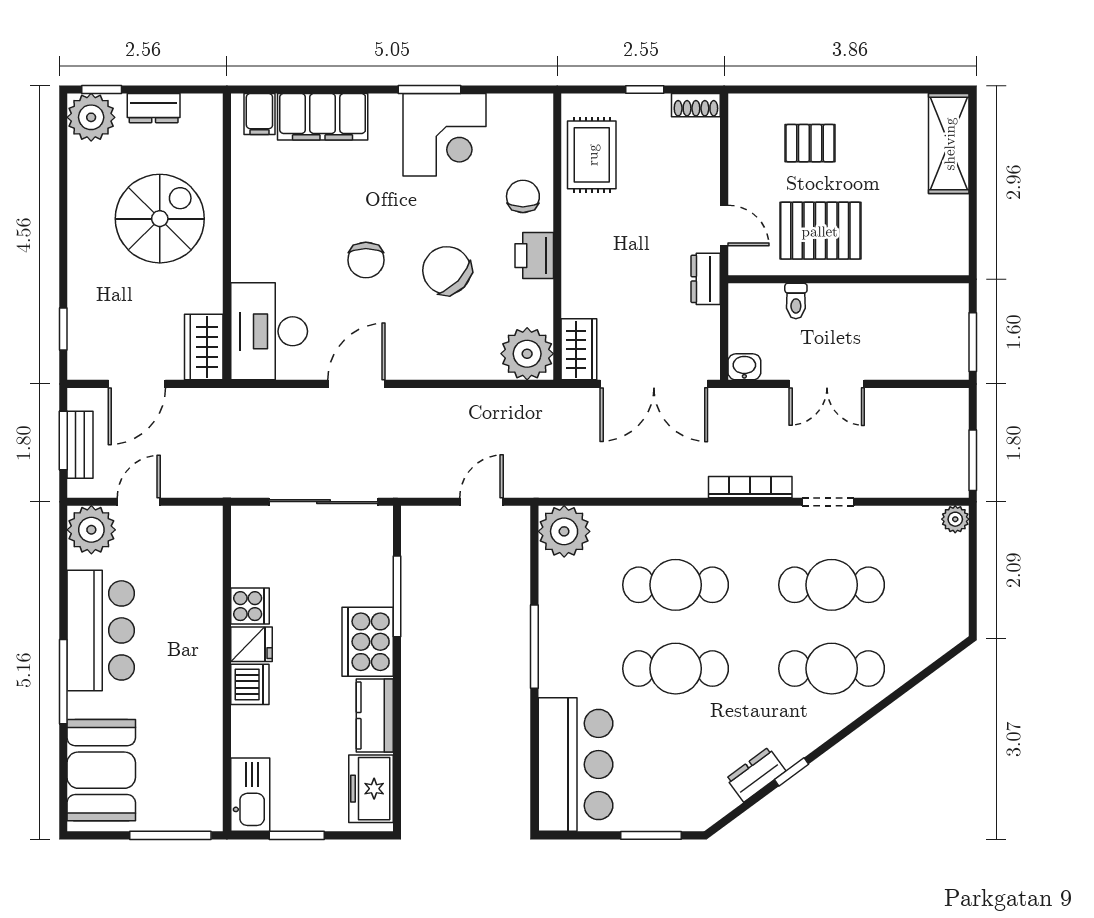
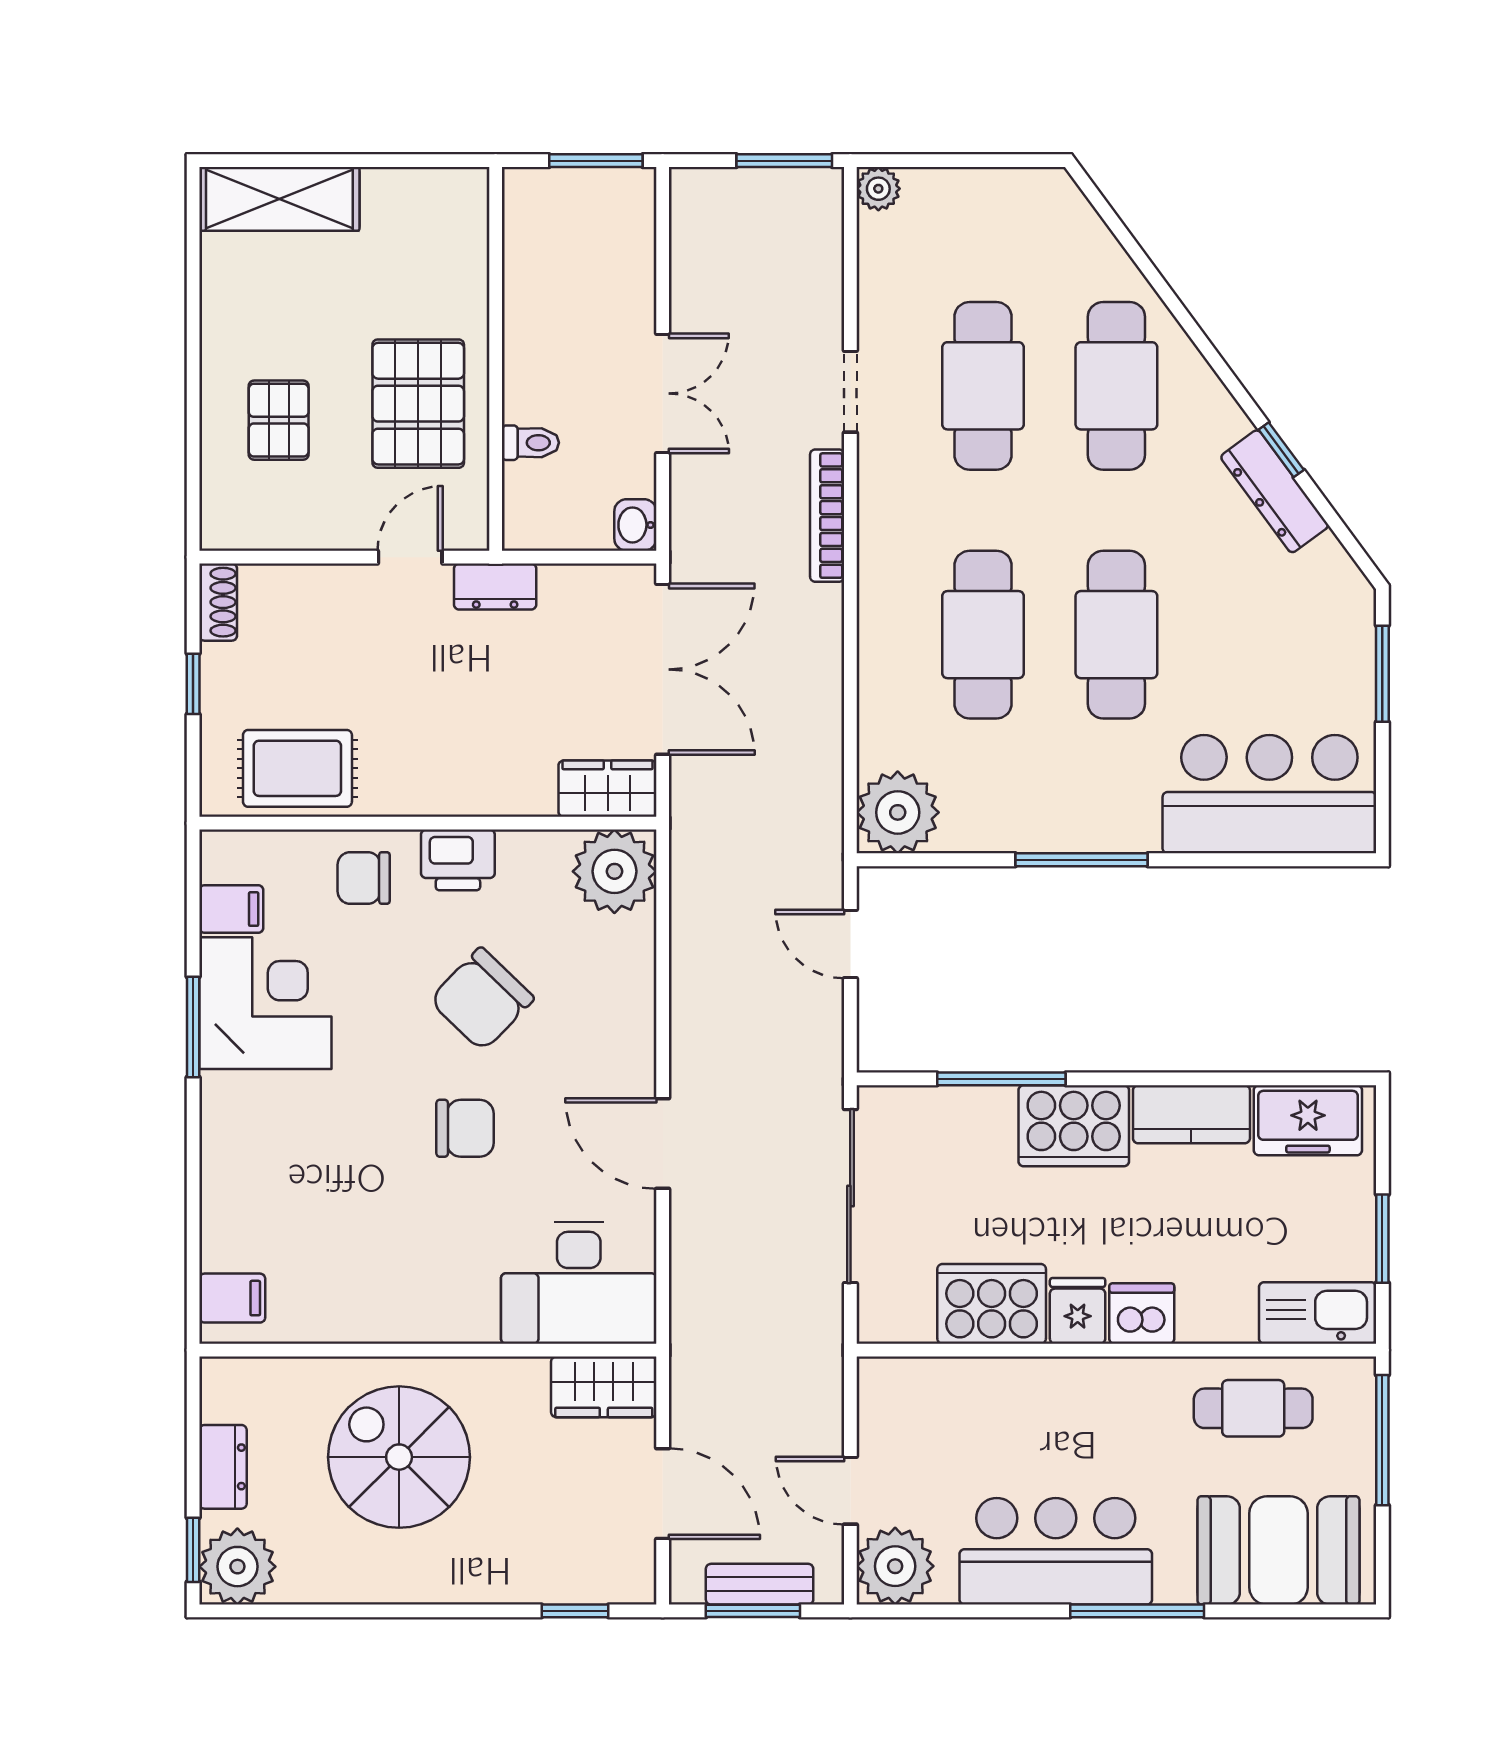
filing cabinet: (323, 117) -> (231, 909), moved, width x0.33, depth x0.86
cooker: (250, 606) -> (992, 1304), width x1.87, depth x1.31
cafe table: (190, 754) -> (1253, 1408), added
dresser: (756, 775) -> (1275, 491), width x1.44

